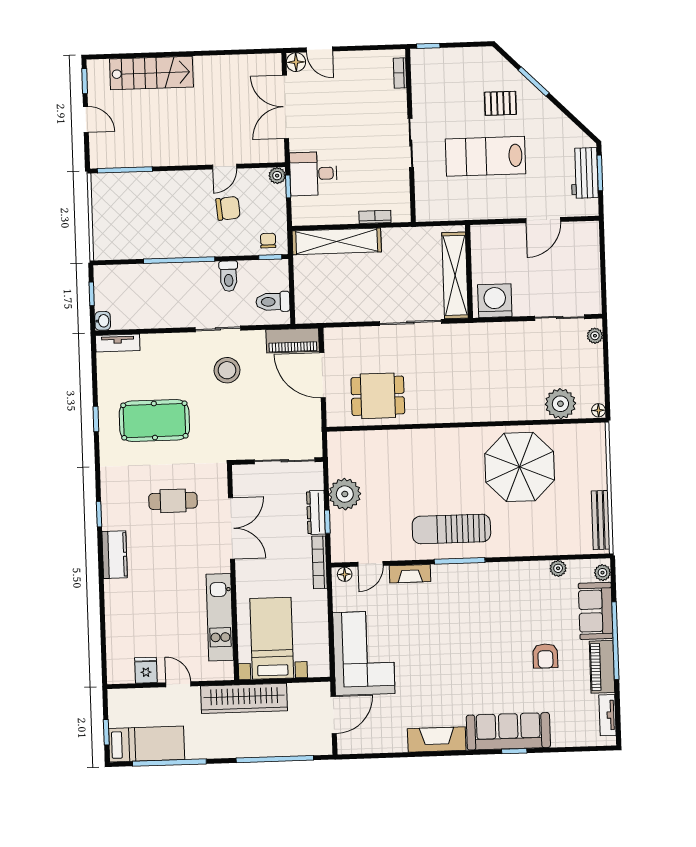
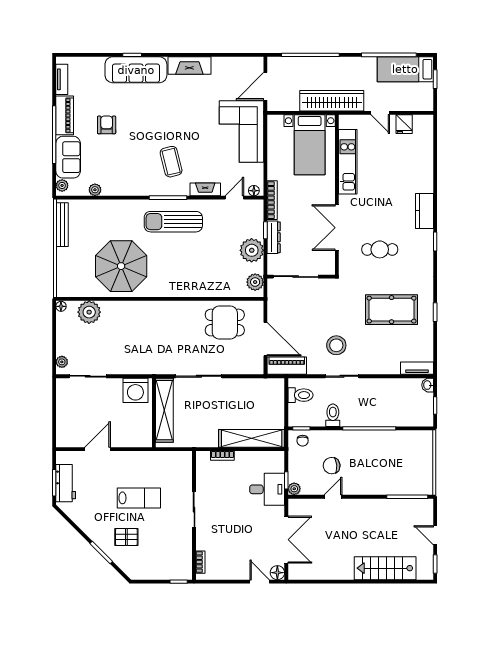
lab bench: (485, 156) -> (139, 498), width x0.73, depth x0.72
plant: (339, 452) -> (255, 282), added
sun lounger: (451, 529) -> (173, 222), turned 180
coffee table: (457, 609) -> (171, 162), added

